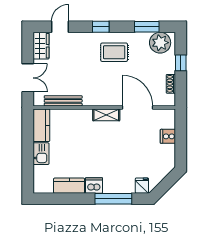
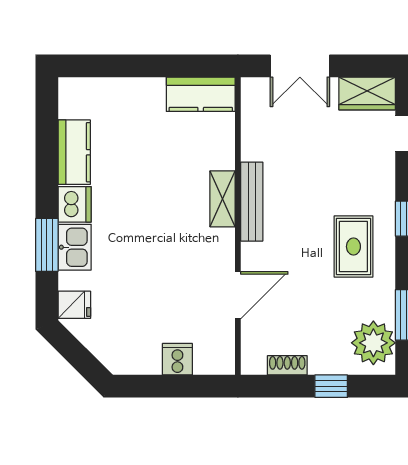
bench: (63, 101) -> (252, 202), moved
door: (137, 107) -> (238, 295), width x0.73
shelving: (106, 115) -> (223, 199), moved
kitchen sink: (41, 154) -> (75, 247), moved, turned -90
window: (113, 199) -> (47, 245), width x0.69

